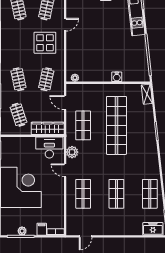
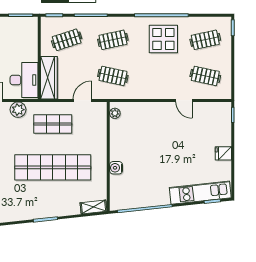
display table: (45, 43) -> (163, 39), moved

